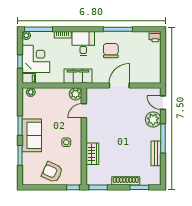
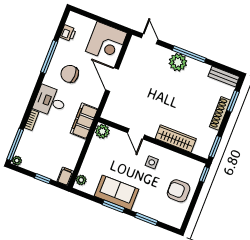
printer: (155, 37) -> (68, 33), moved
corner desk: (36, 59) -> (106, 42), moved, turned 180
door: (163, 103) -> (150, 39), swing flipped
door: (84, 111) -> (136, 134), moved
plant: (153, 119) -> (178, 62), moved
sofa: (32, 135) -> (117, 193), moved
bench: (156, 153) -> (224, 77), moved
wardrobe: (92, 154) -> (176, 139), width x1.50
armchair: (52, 172) -> (179, 191), turned 66

